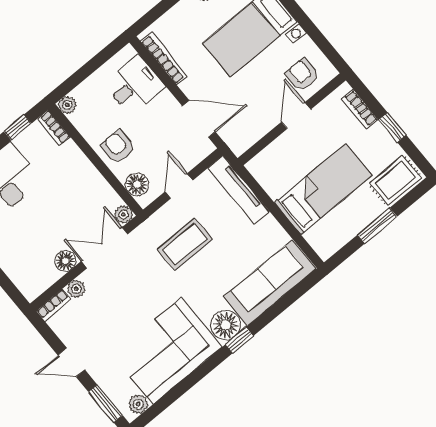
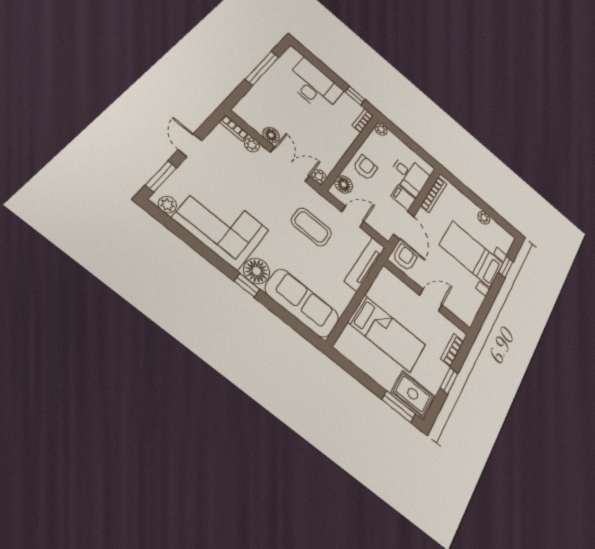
armchair: (303, 75) -> (405, 258), moved
filing cabinet: (163, 106) -> (403, 198), added
window: (377, 226) -> (399, 407), moved

